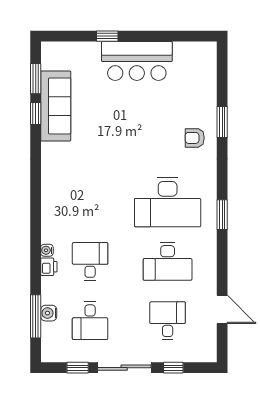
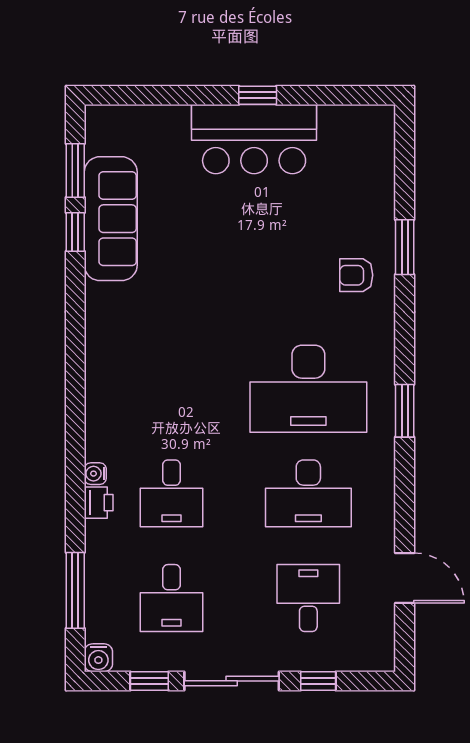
window: (107, 36) -> (258, 95), moved
desk: (90, 261) -> (171, 493), turned 180
water cooler: (49, 313) -> (98, 658), moved, turned -90

